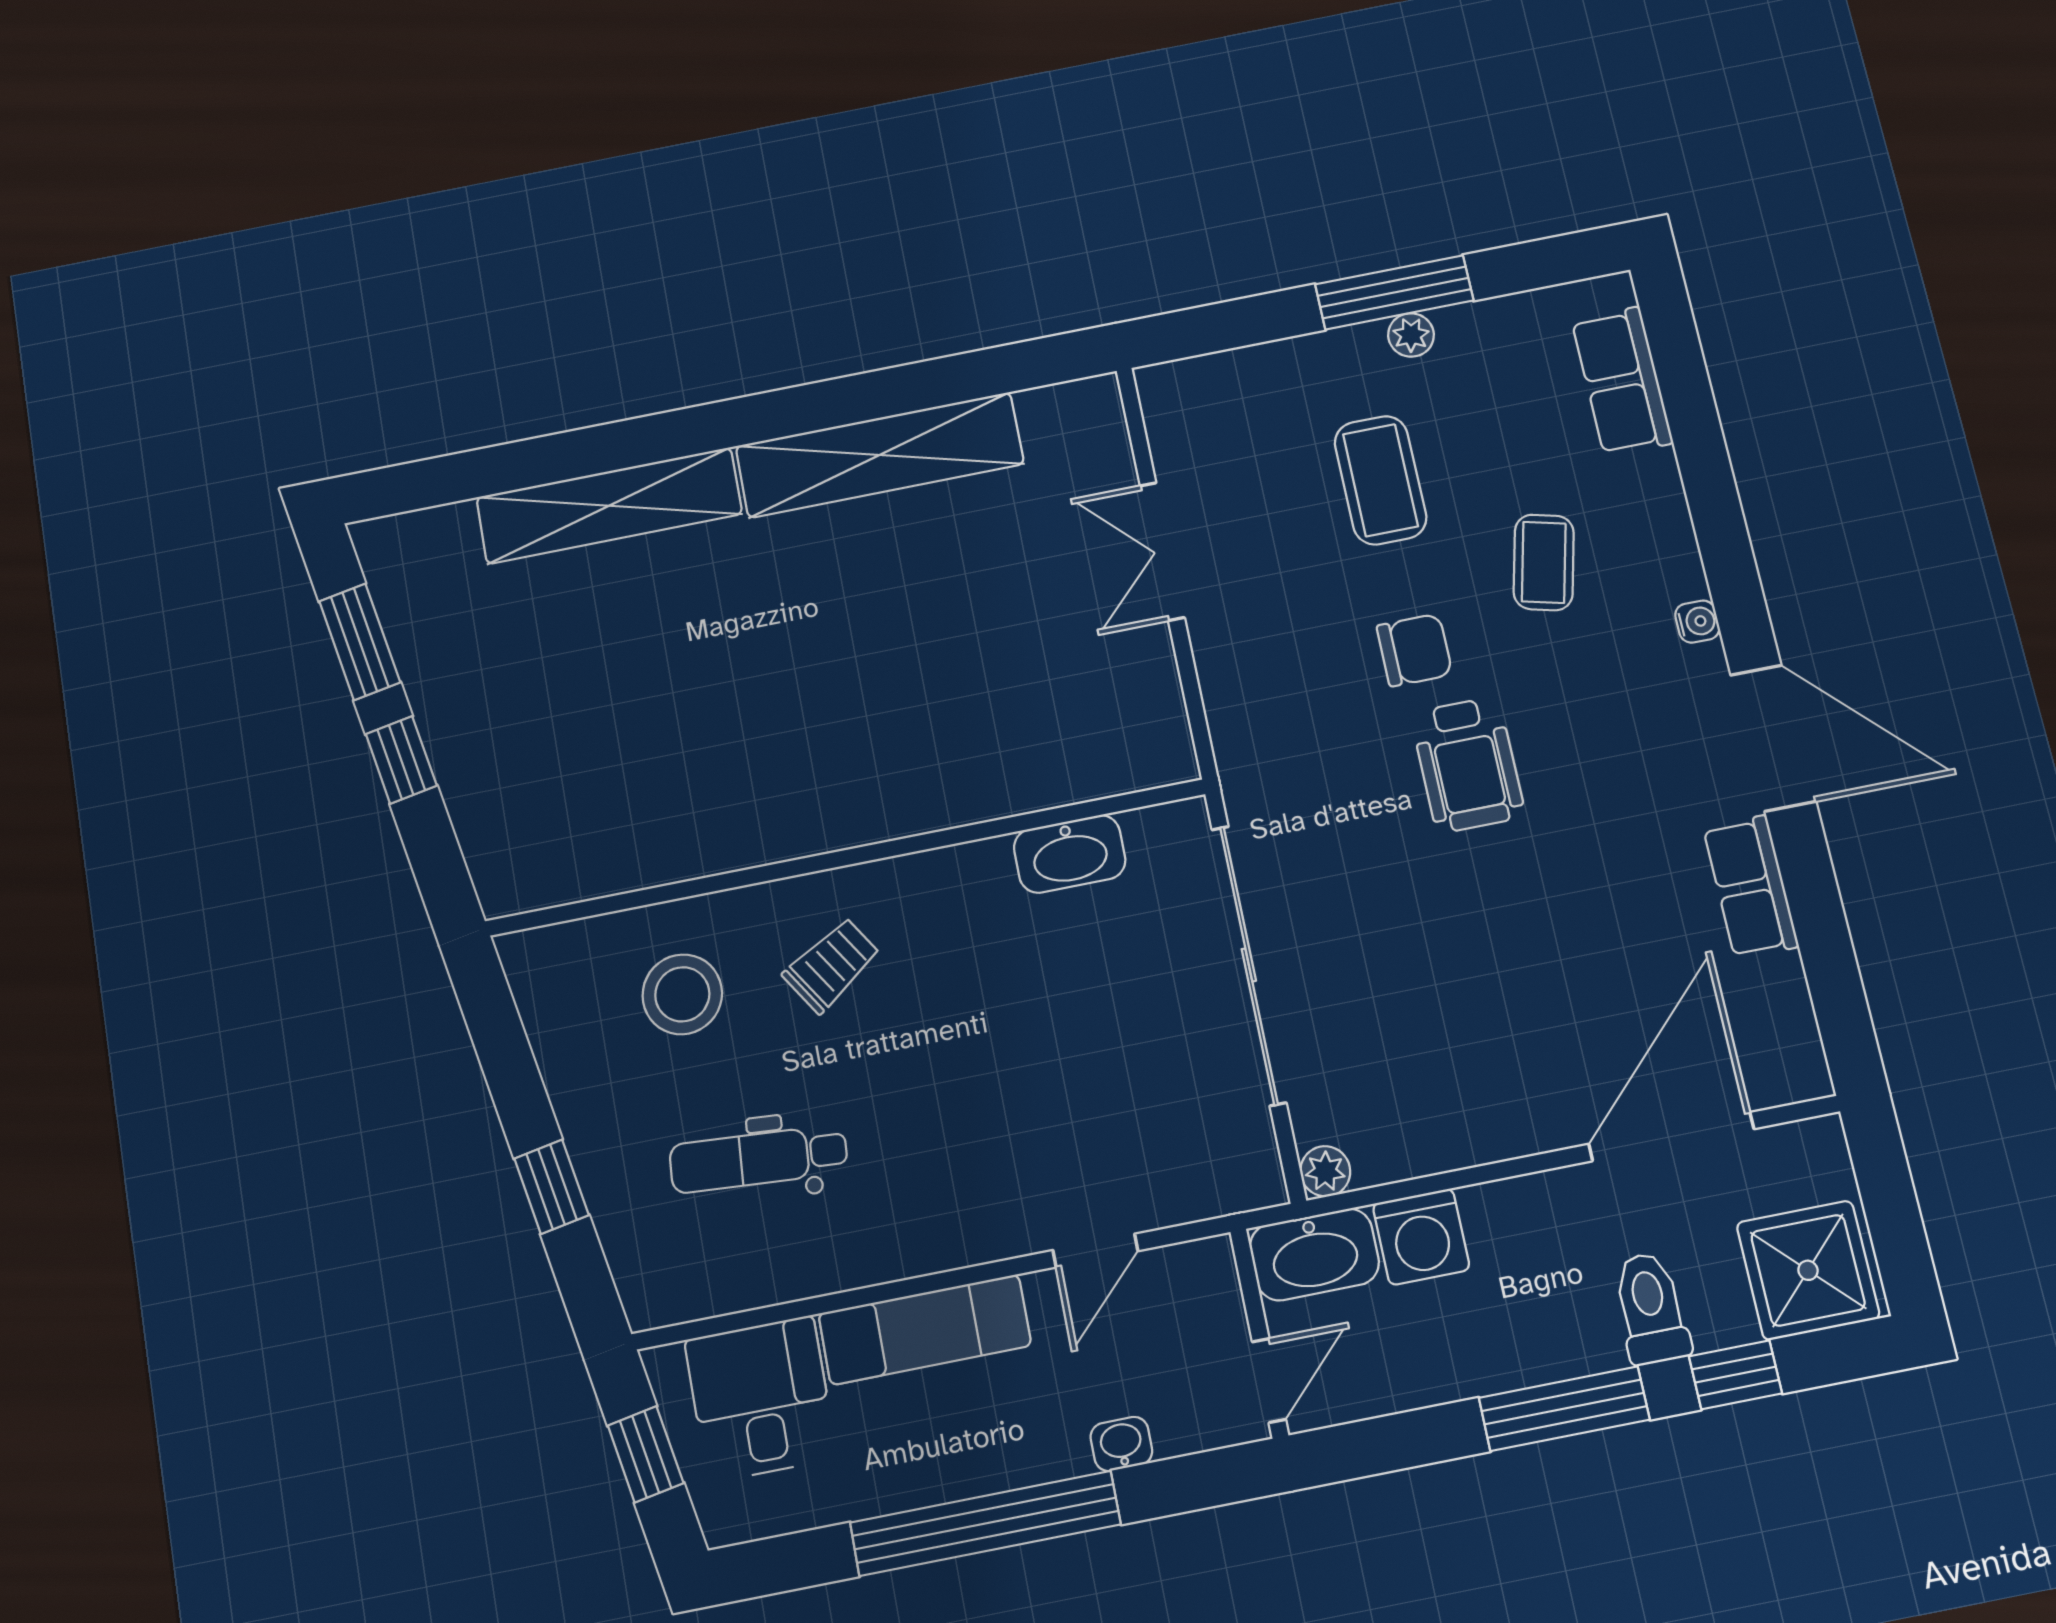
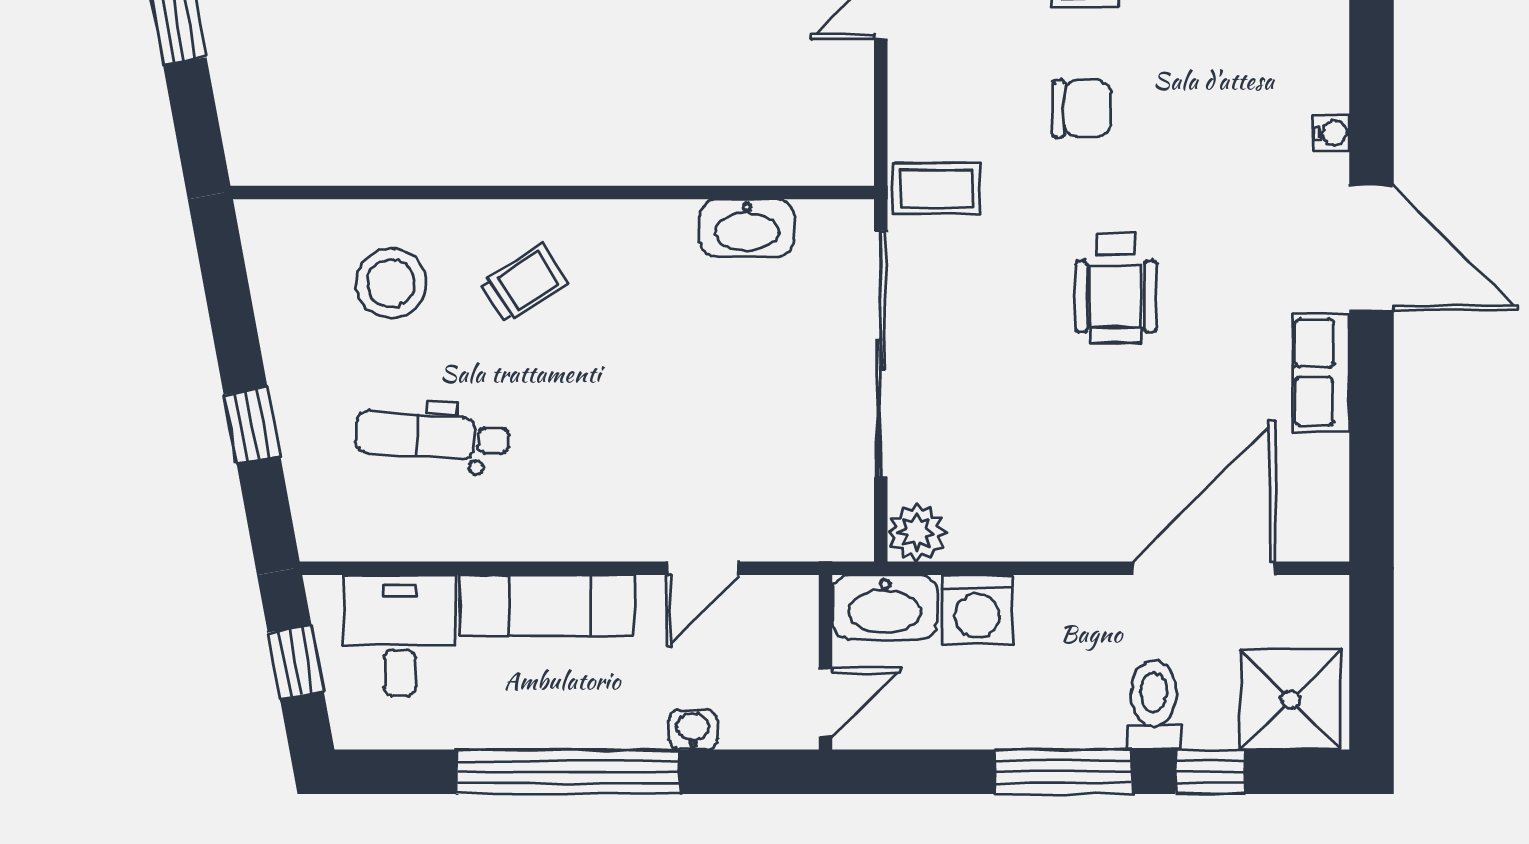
coffee table: (1544, 562) -> (936, 188), moved, turned 76
wheelchair: (1468, 765) -> (1116, 288), moved
plant: (1325, 1171) -> (917, 532), width x1.38, depth x1.38

